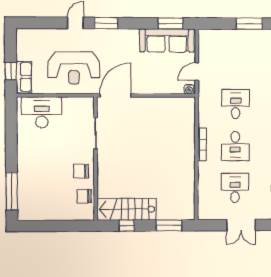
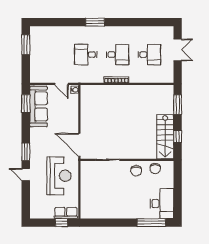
desk: (42, 112) -> (162, 204), moved, turned 180
desk: (235, 188) -> (149, 55), turned 180

